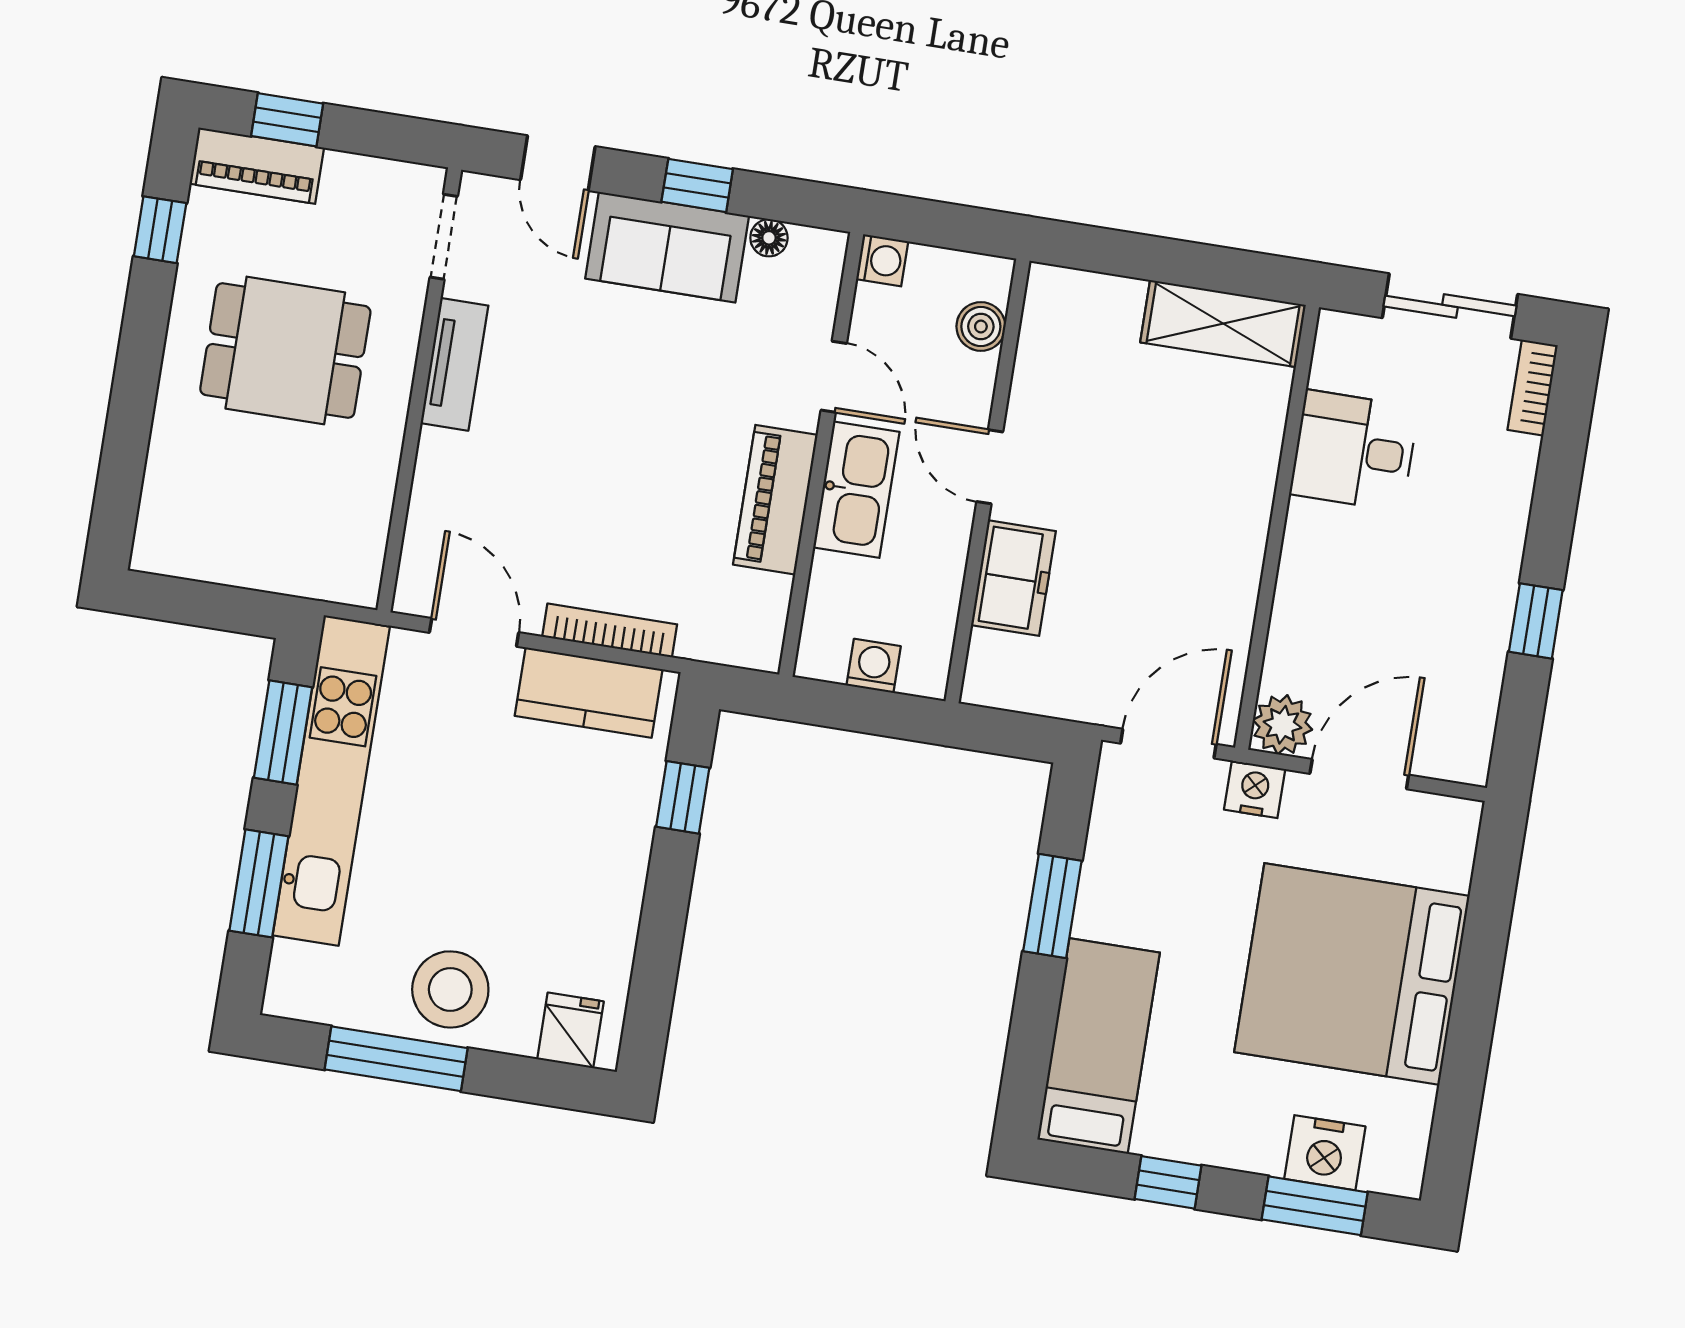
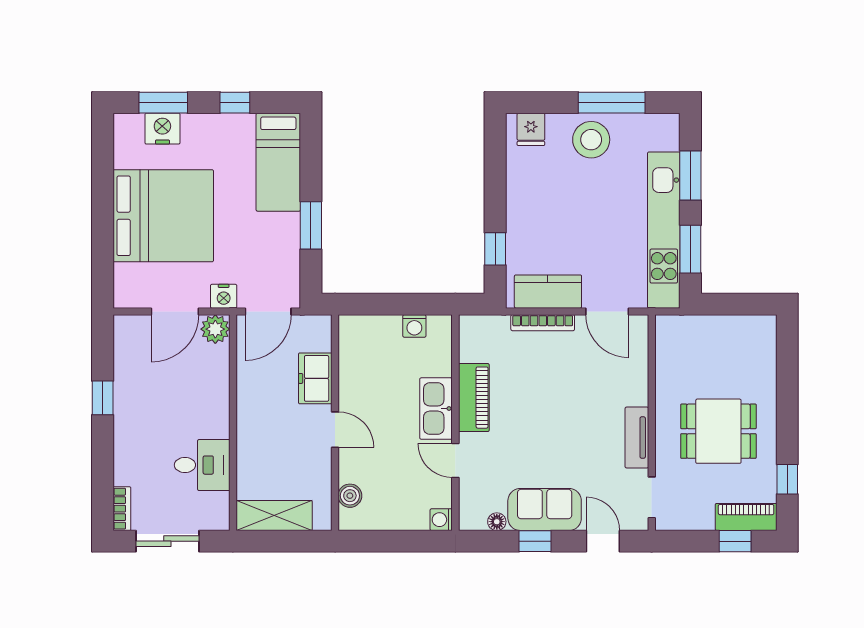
boiler: (981, 326) -> (350, 496), moved
door: (990, 467) -> (335, 430), moved
wall: (987, 481) -> (335, 423), moved
freezer: (1013, 578) -> (315, 378), moved

